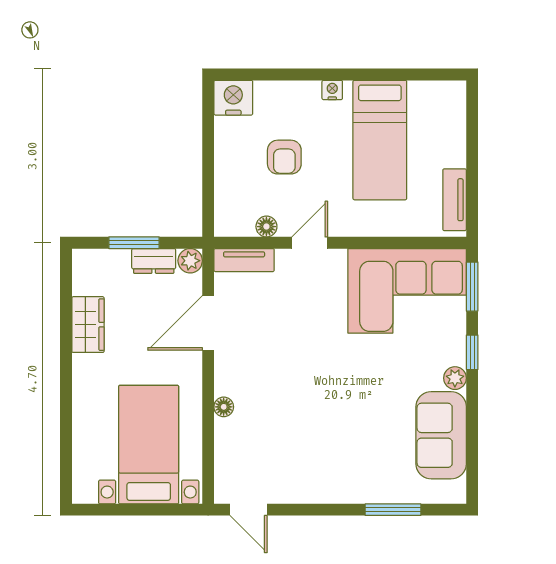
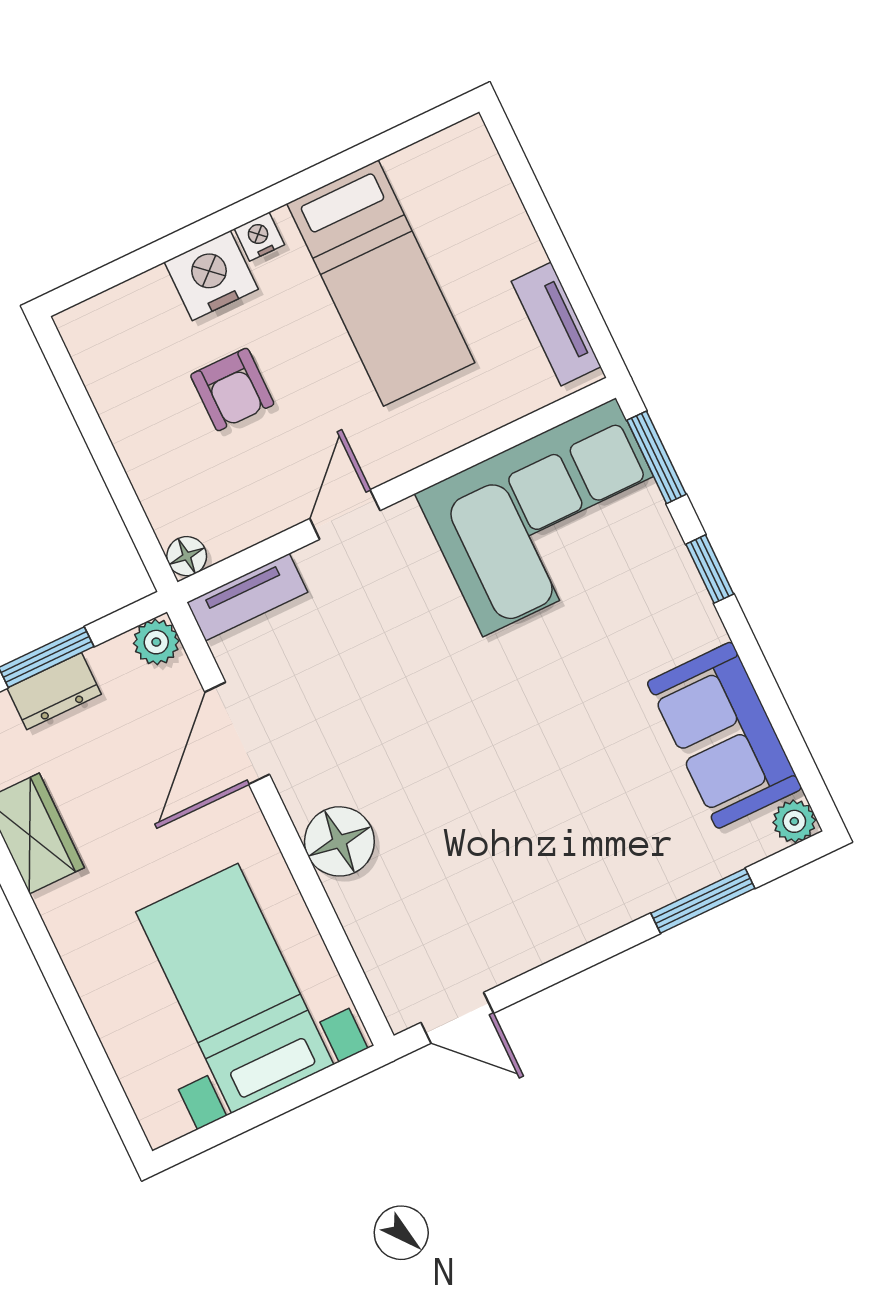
nightstand: (233, 98) -> (211, 276), moved
floor lamp: (266, 227) -> (187, 556), moved
dresser: (154, 261) -> (54, 691), moved
plant: (455, 378) -> (794, 821), moved
floor lamp: (224, 407) -> (339, 841), width x1.89, depth x1.89

